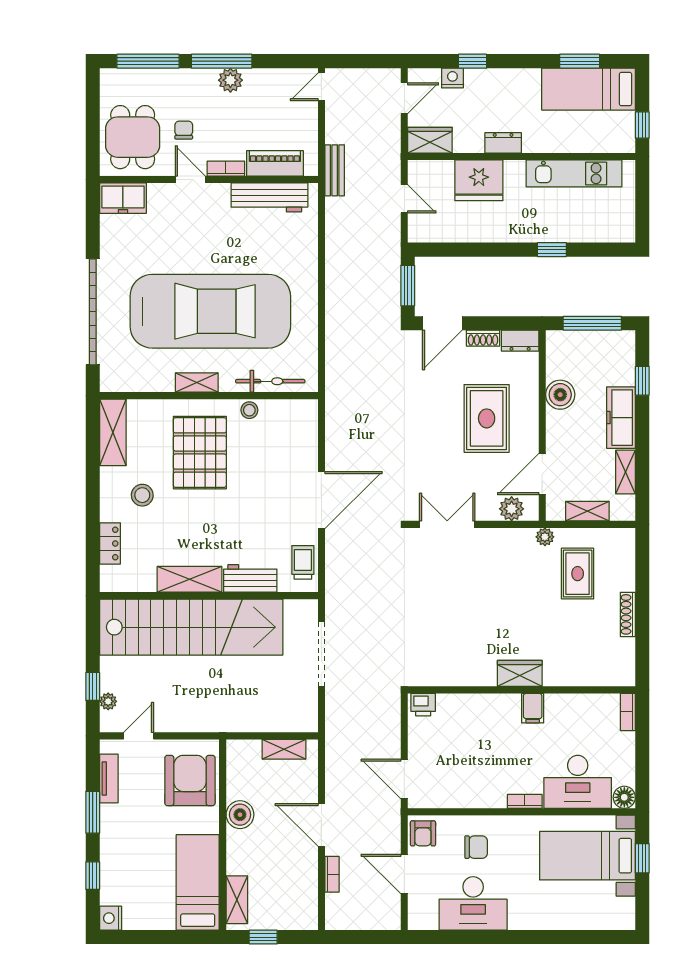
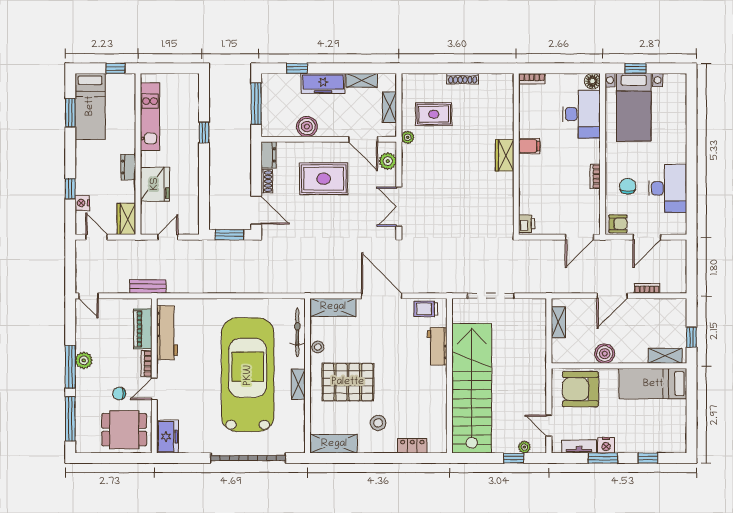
shelving: (190, 579) -> (333, 307), moved, turned 90
bookcase: (525, 801) -> (595, 176), moved
nightstand: (111, 918) -> (606, 445), moved

